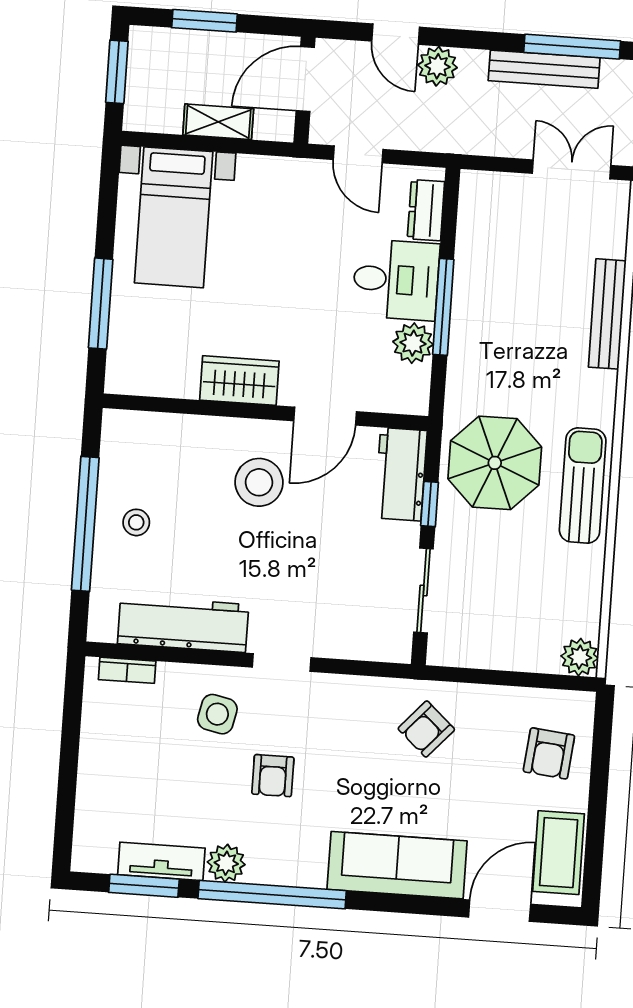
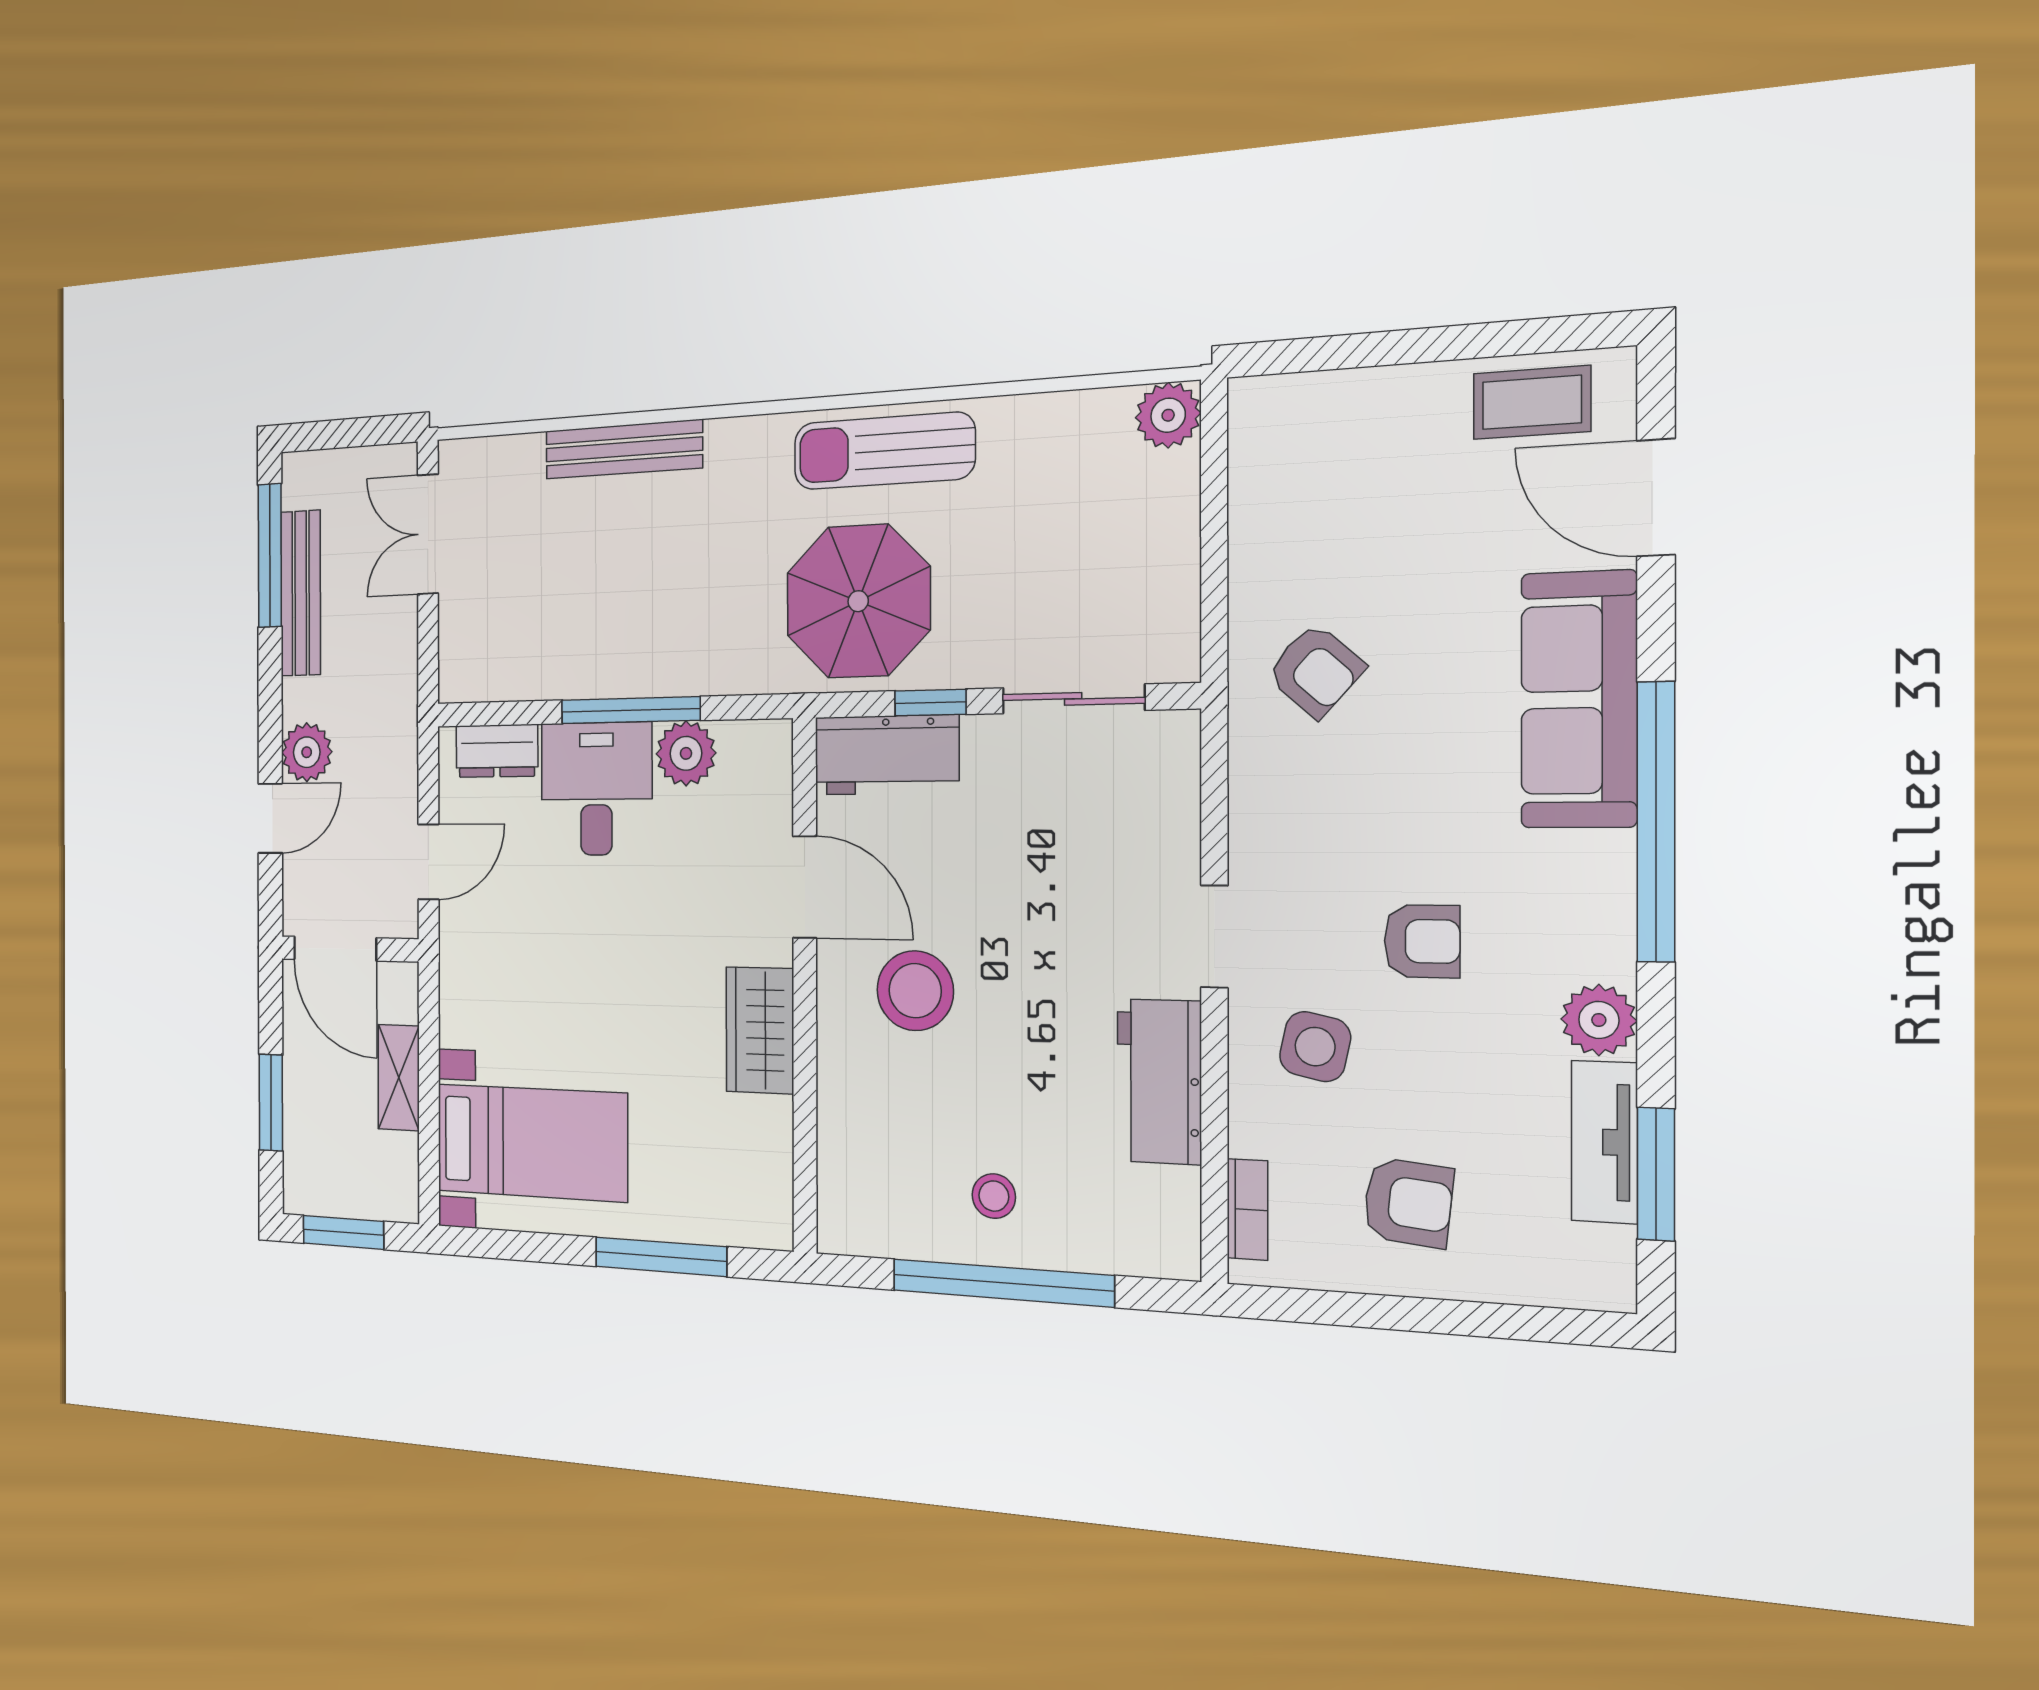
workbench: (183, 624) -> (1159, 1082), width x0.73
armchair: (549, 753) -> (1408, 1202), moved
coffee table: (559, 853) -> (1532, 402), width x0.73, depth x0.77
window: (272, 895) -> (1656, 822), moved

